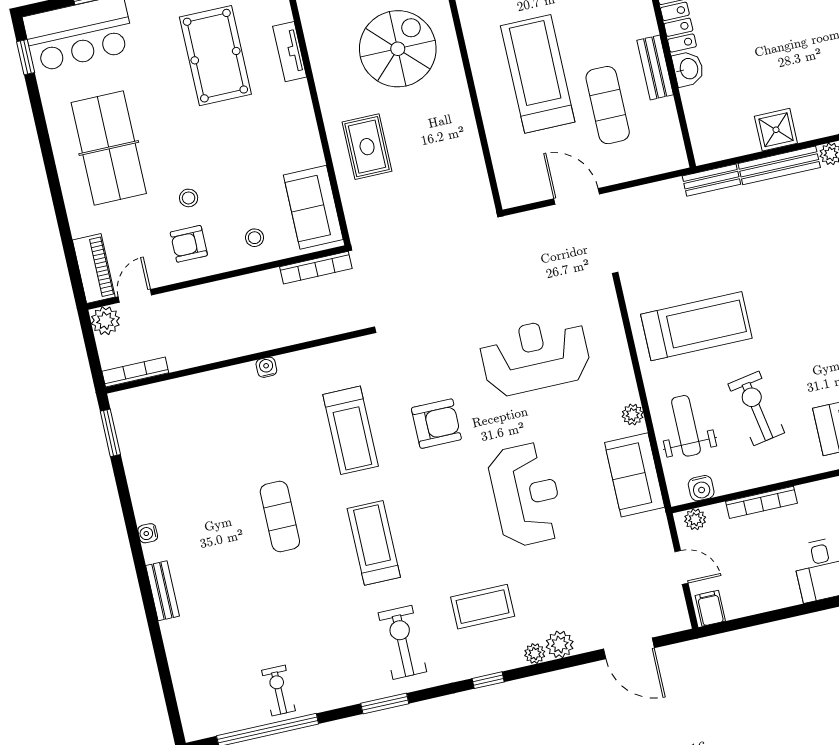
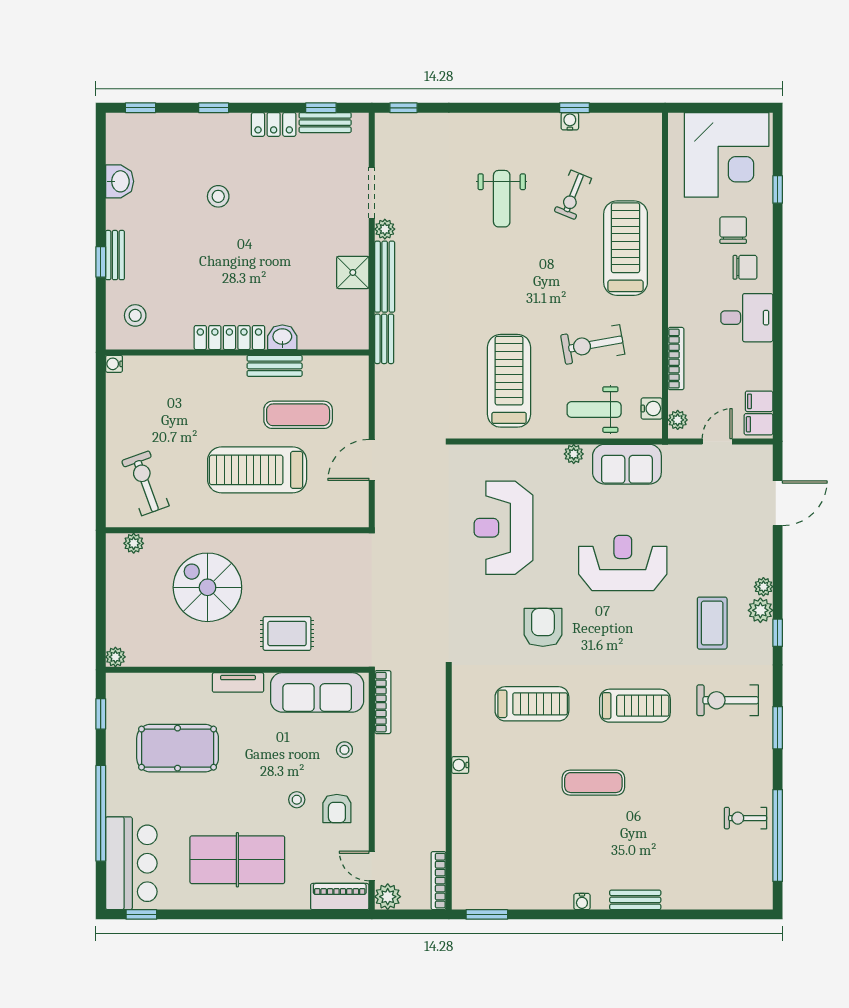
tv unit: (290, 52) -> (238, 682), moved
sofa: (313, 207) -> (317, 692), width x1.36
treadmill: (374, 543) -> (635, 706), turned 180
filing cabinet: (735, 603) -> (759, 401), added
plant: (560, 644) -> (760, 610), moved

